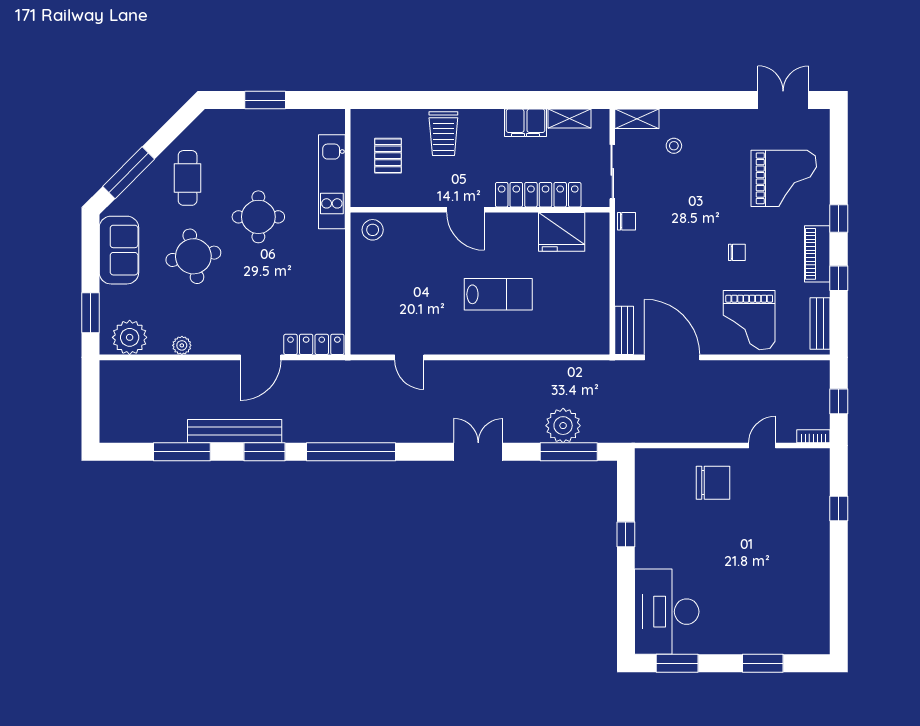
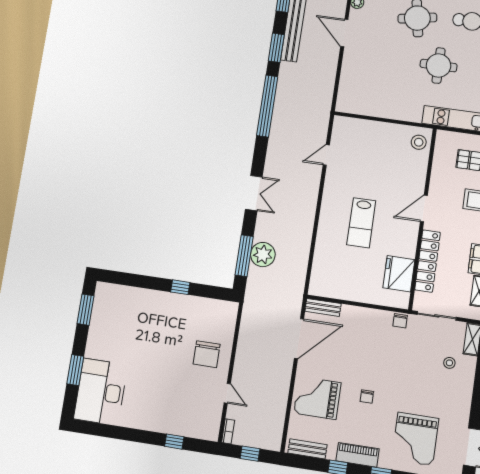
locker: (314, 344) -> (345, 91), removed
door: (261, 357) -> (344, 33), moved
desk: (667, 612) -> (101, 392), moved, turned -90

